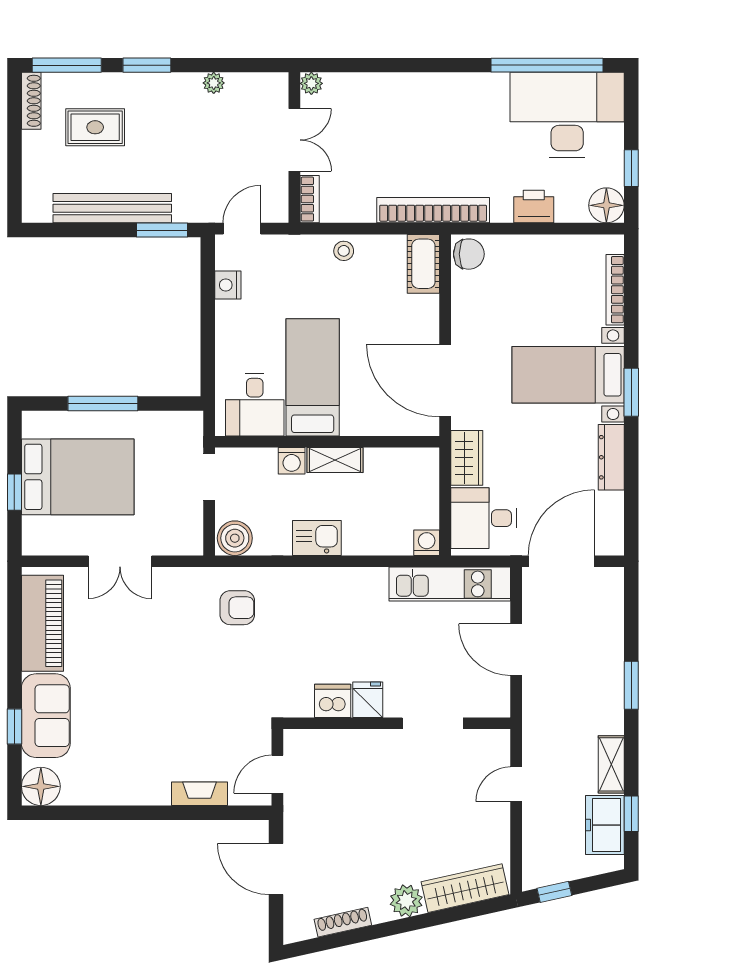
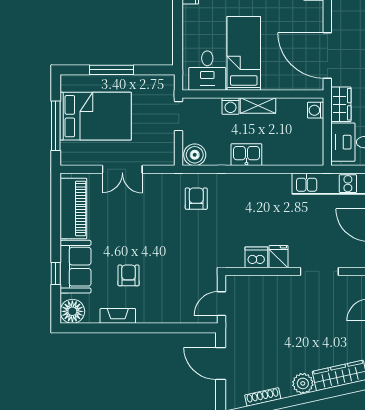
window: (14, 492) -> (56, 126), width x2.17
washing machine: (427, 543) -> (316, 110), moved, turned -90
armchair: (237, 608) -> (196, 199), turned -90
armchair: (130, 729) -> (129, 275), added
fireplace: (199, 794) -> (118, 316), moved

